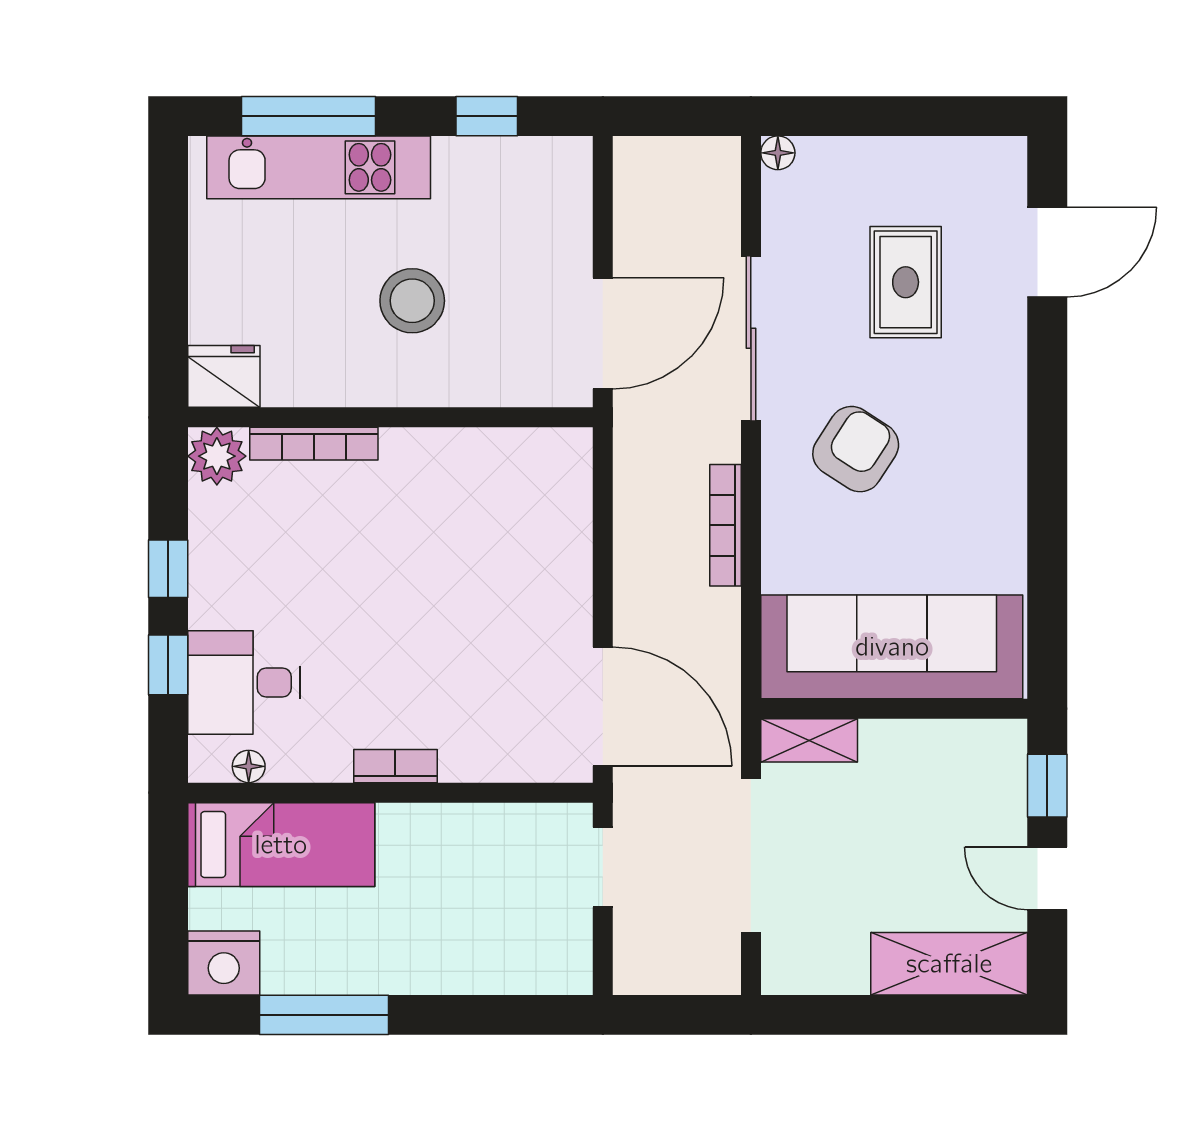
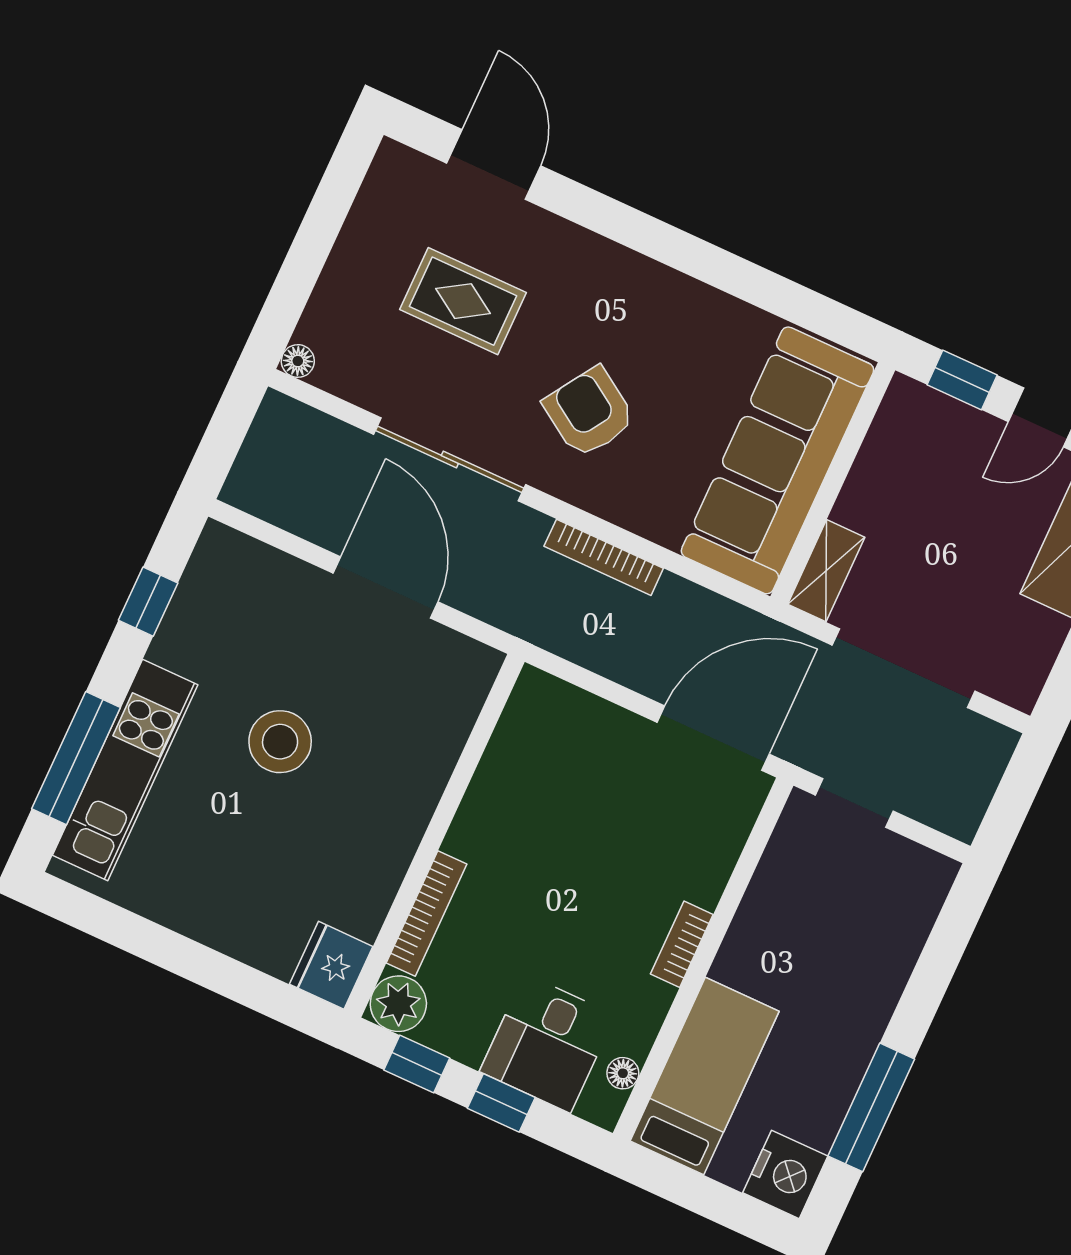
fridge: (224, 376) -> (331, 965), moved
wall: (390, 417) -> (434, 836), moved
bookcase: (314, 444) -> (426, 914), moved
plant: (217, 456) -> (398, 1004), moved

